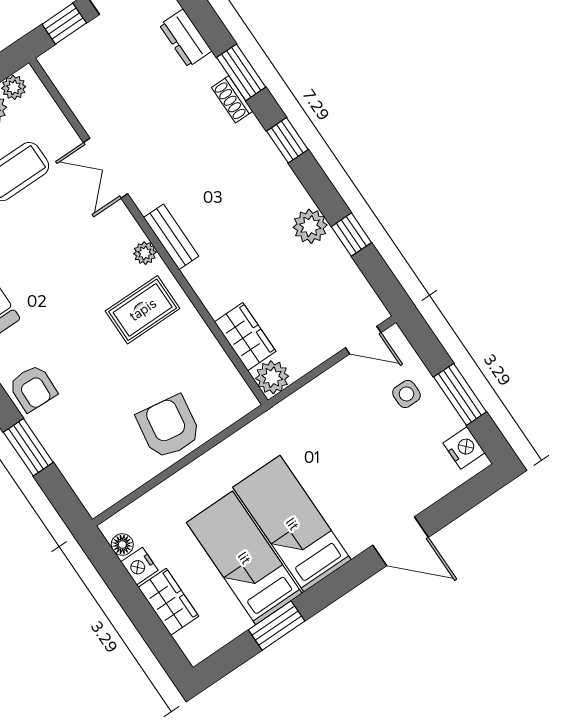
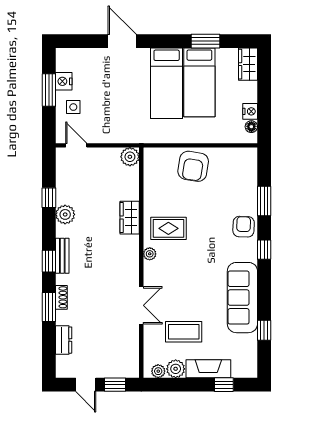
bench: (171, 237) -> (62, 256), moved
wardrobe: (245, 337) -> (130, 218), moved
nightstand: (464, 448) -> (64, 81), moved
wardrobe: (168, 602) -> (248, 64), moved

